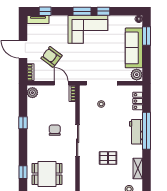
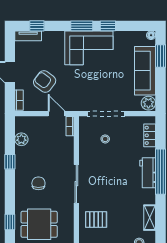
plant: (32, 93) -> (21, 139), moved
chair: (55, 130) -> (38, 183), moved
pallet: (108, 158) -> (96, 220), moved

